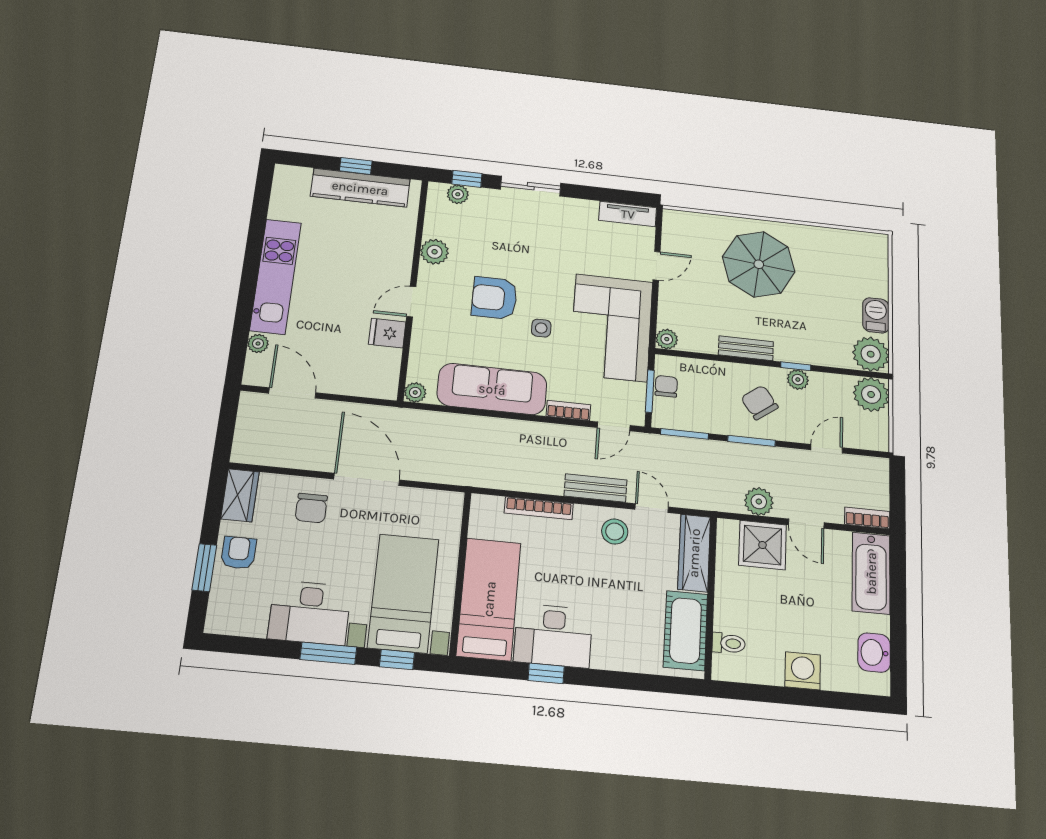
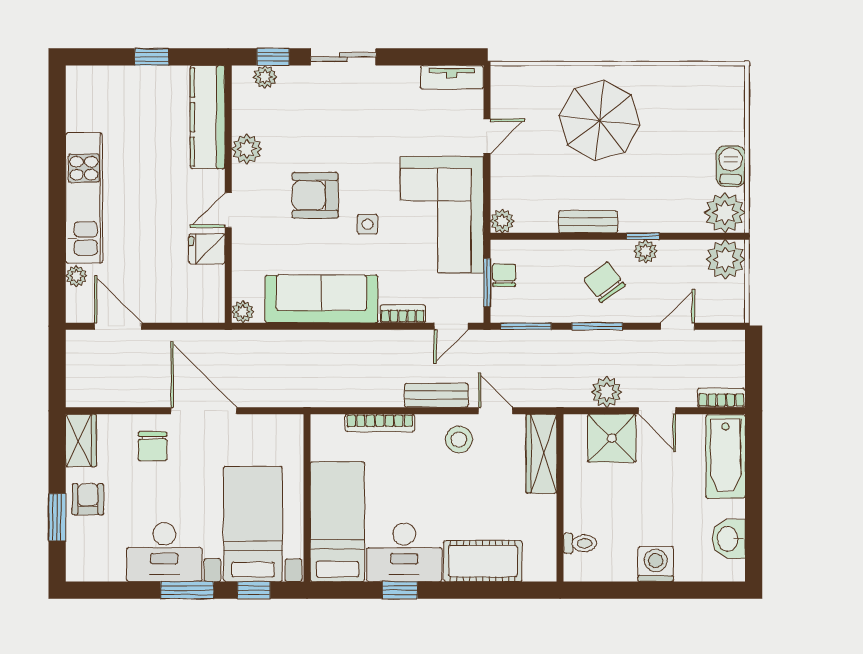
kitchen counter: (360, 188) -> (208, 117), moved, turned 90
cot: (686, 631) -> (483, 561), moved, turned 90

